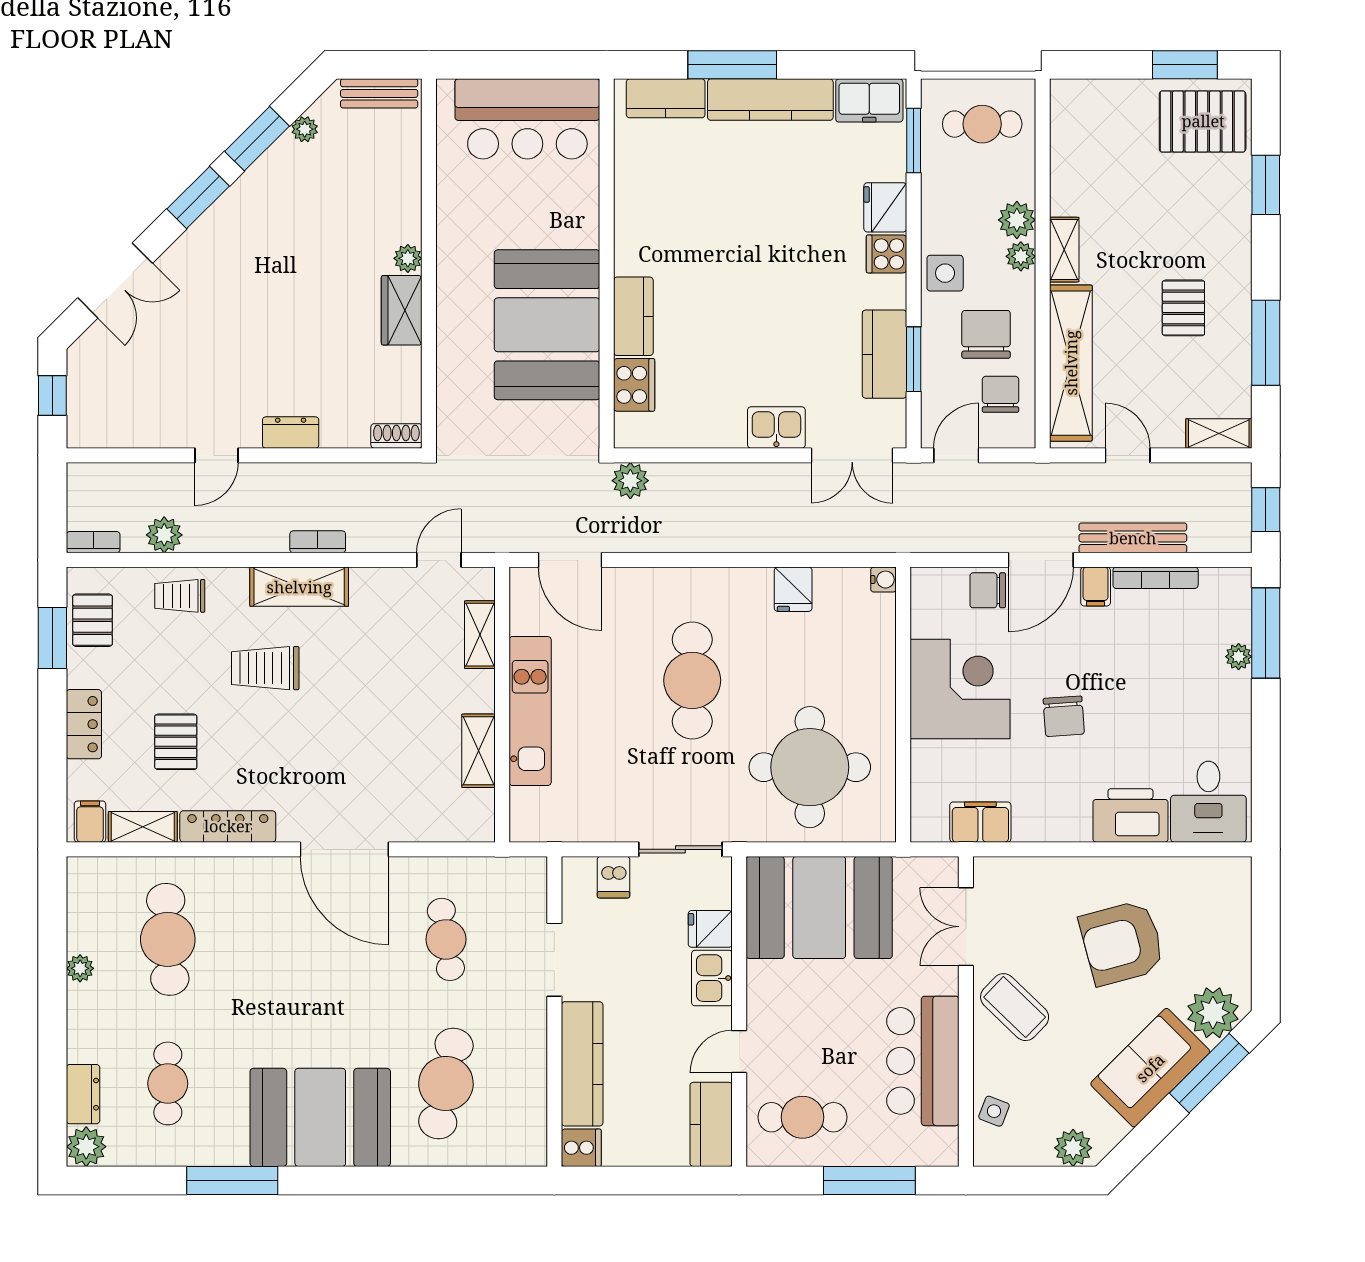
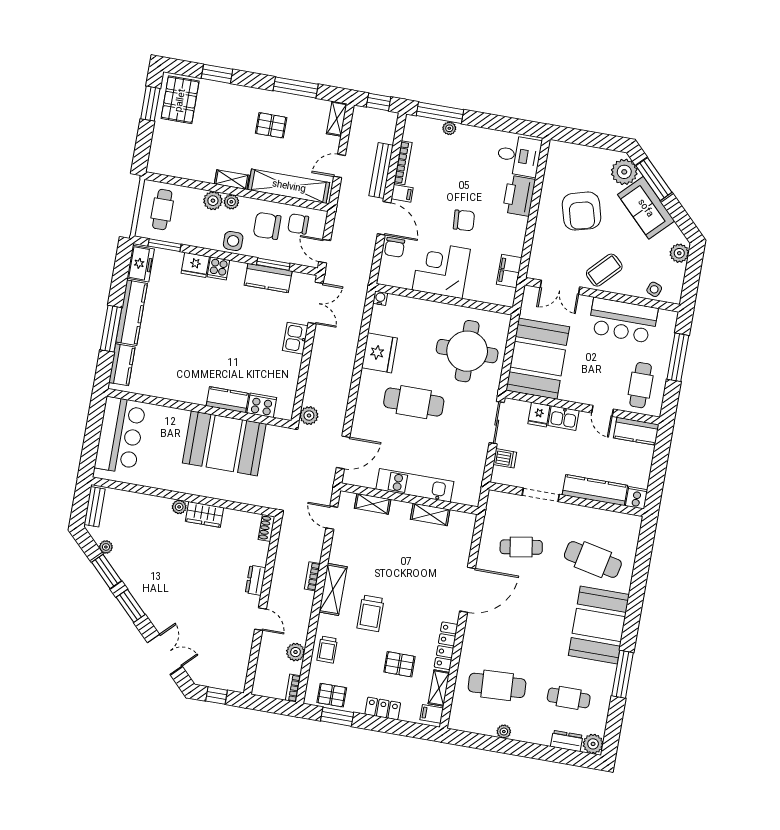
fridge: (793, 589) -> (379, 353), width x1.88, depth x1.34

